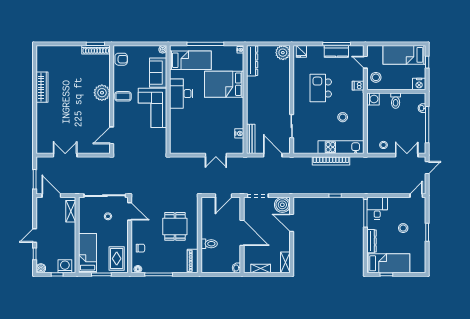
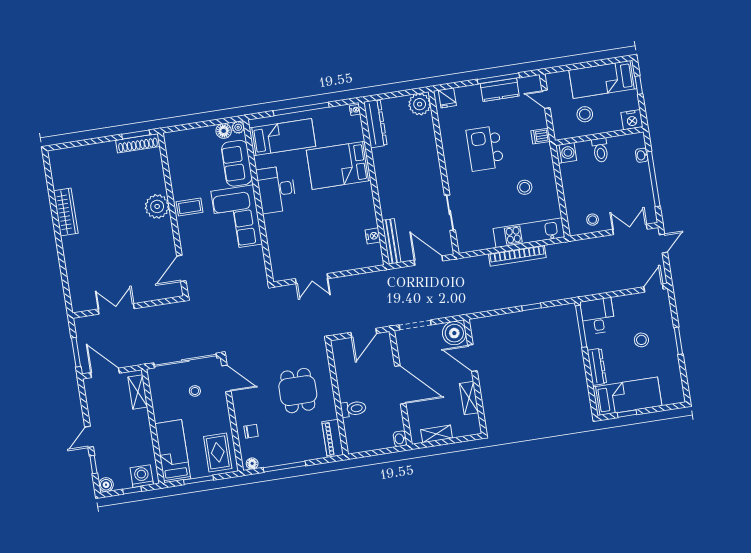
floor lamp: (153, 50) -> (224, 131), added
armchair: (121, 59) -> (178, 152), removed
stool: (376, 77) -> (585, 114), moved
double door: (216, 155) -> (312, 279), moved
shelving: (285, 262) -> (469, 398), moved

